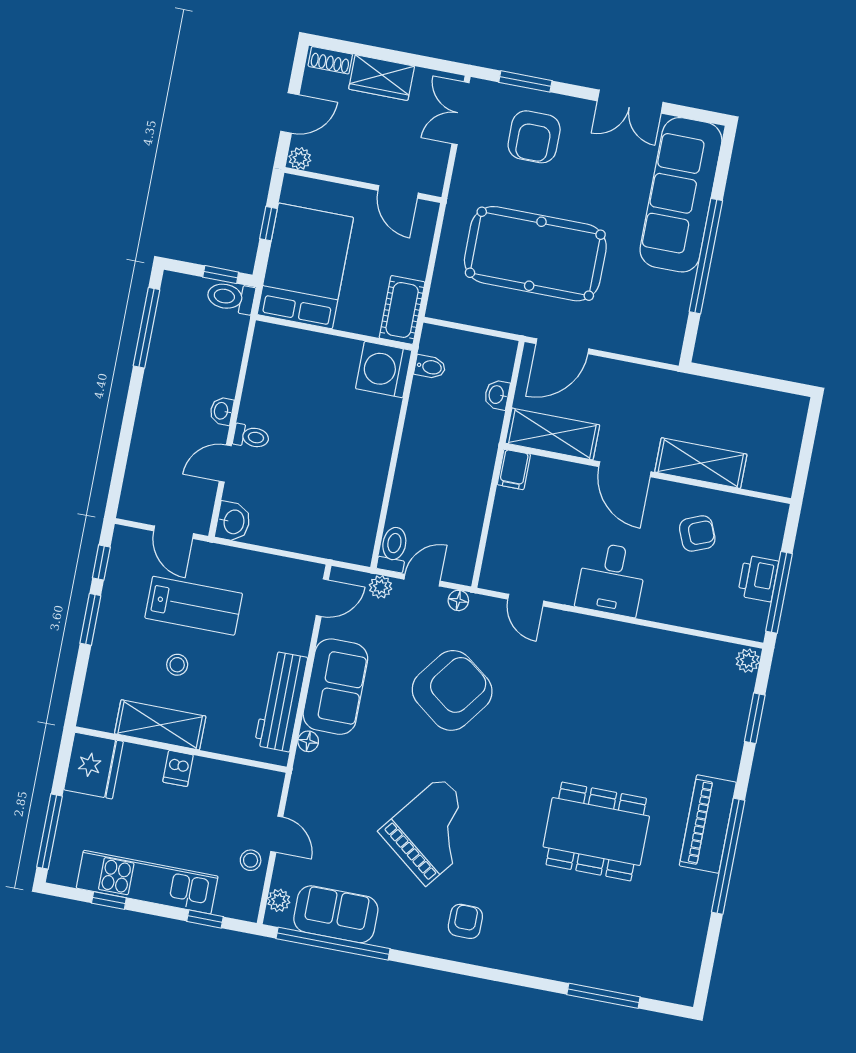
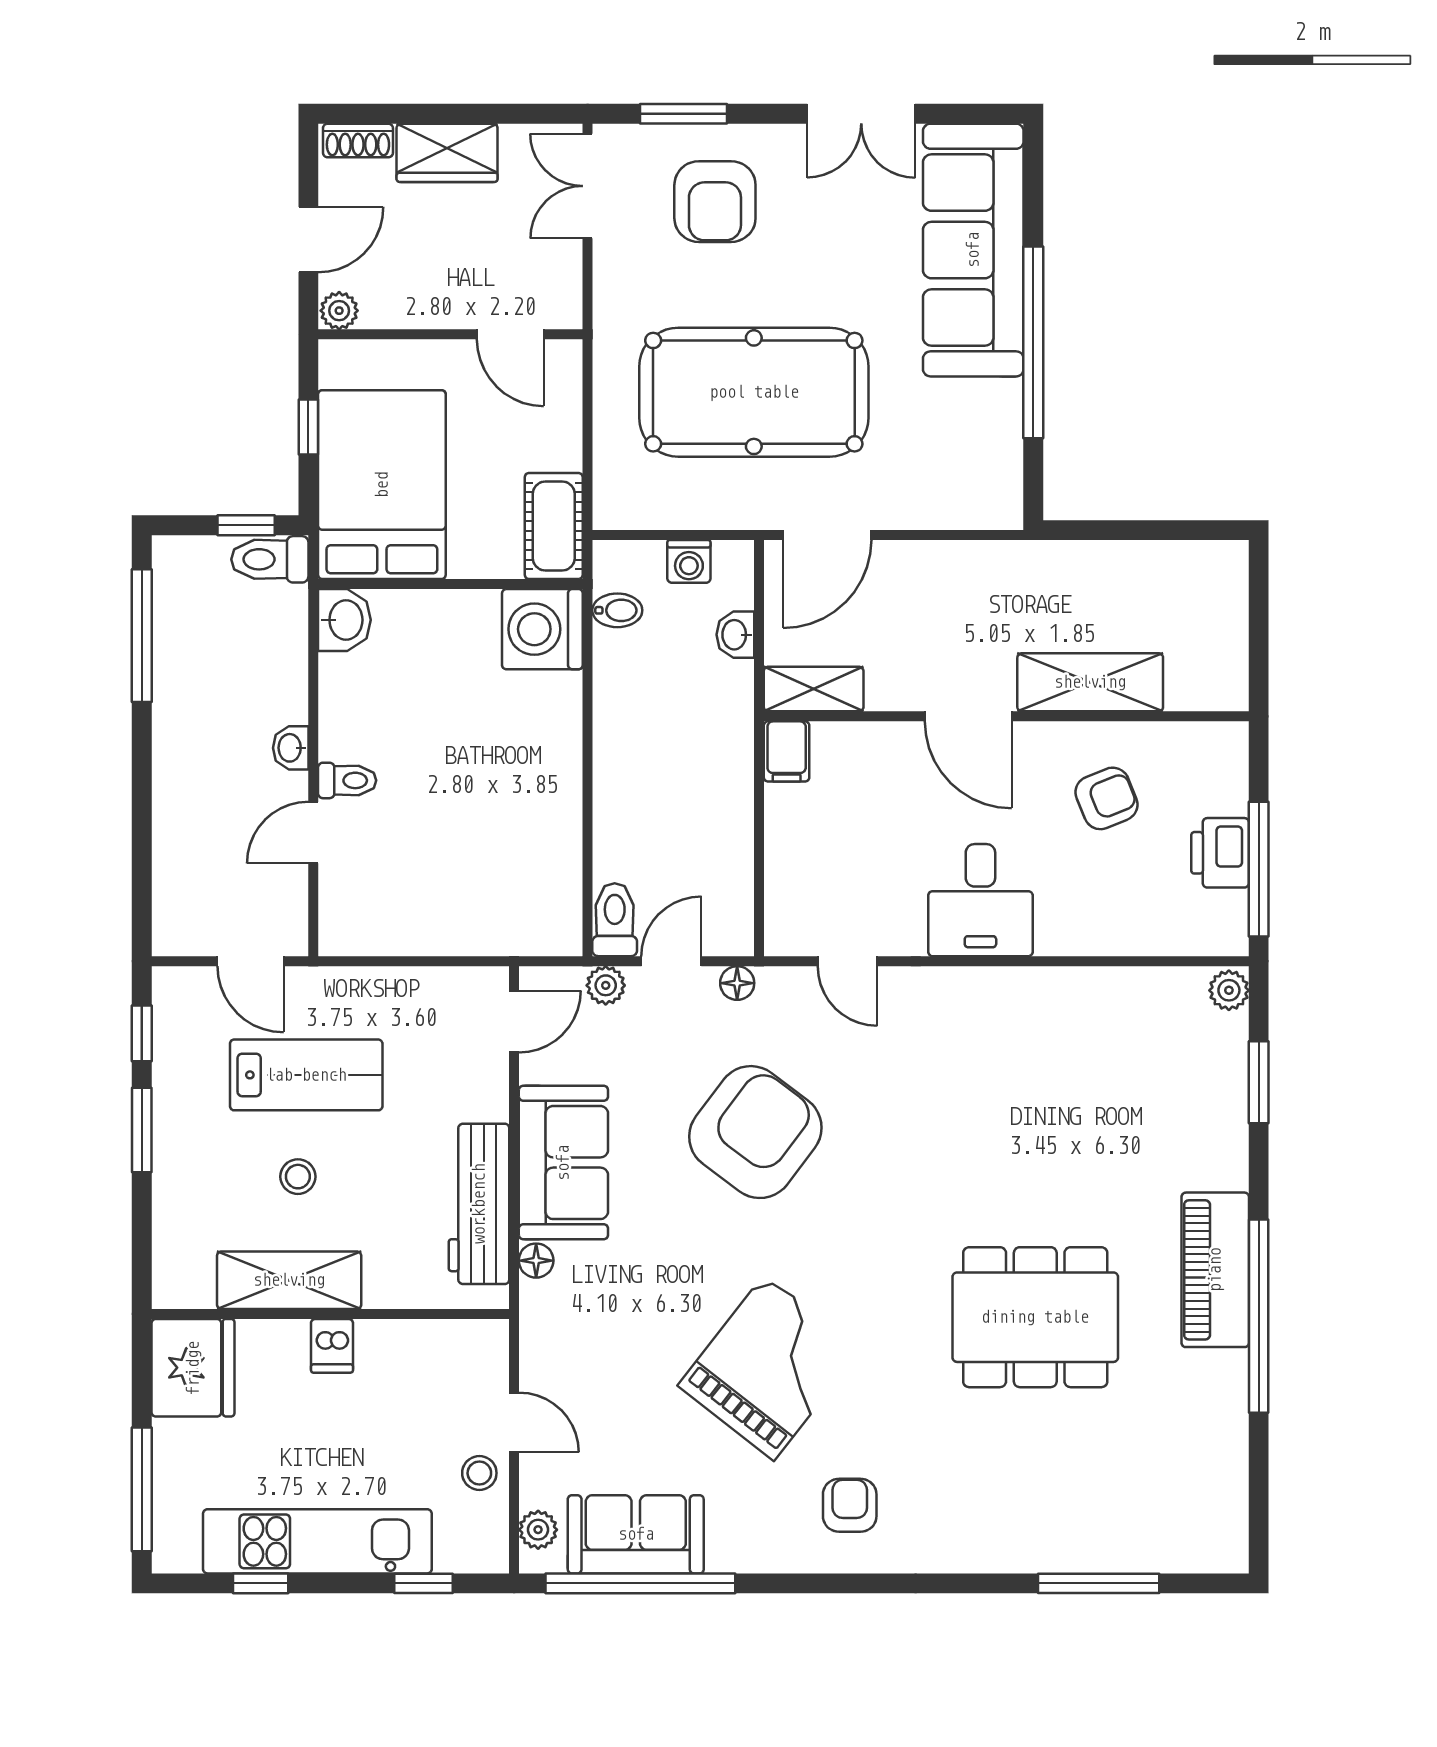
washing machine: (478, 346) -> (689, 561), added
shelving: (552, 434) -> (814, 689), width x0.67, depth x0.75
washbasin: (233, 522) -> (344, 620), moved

